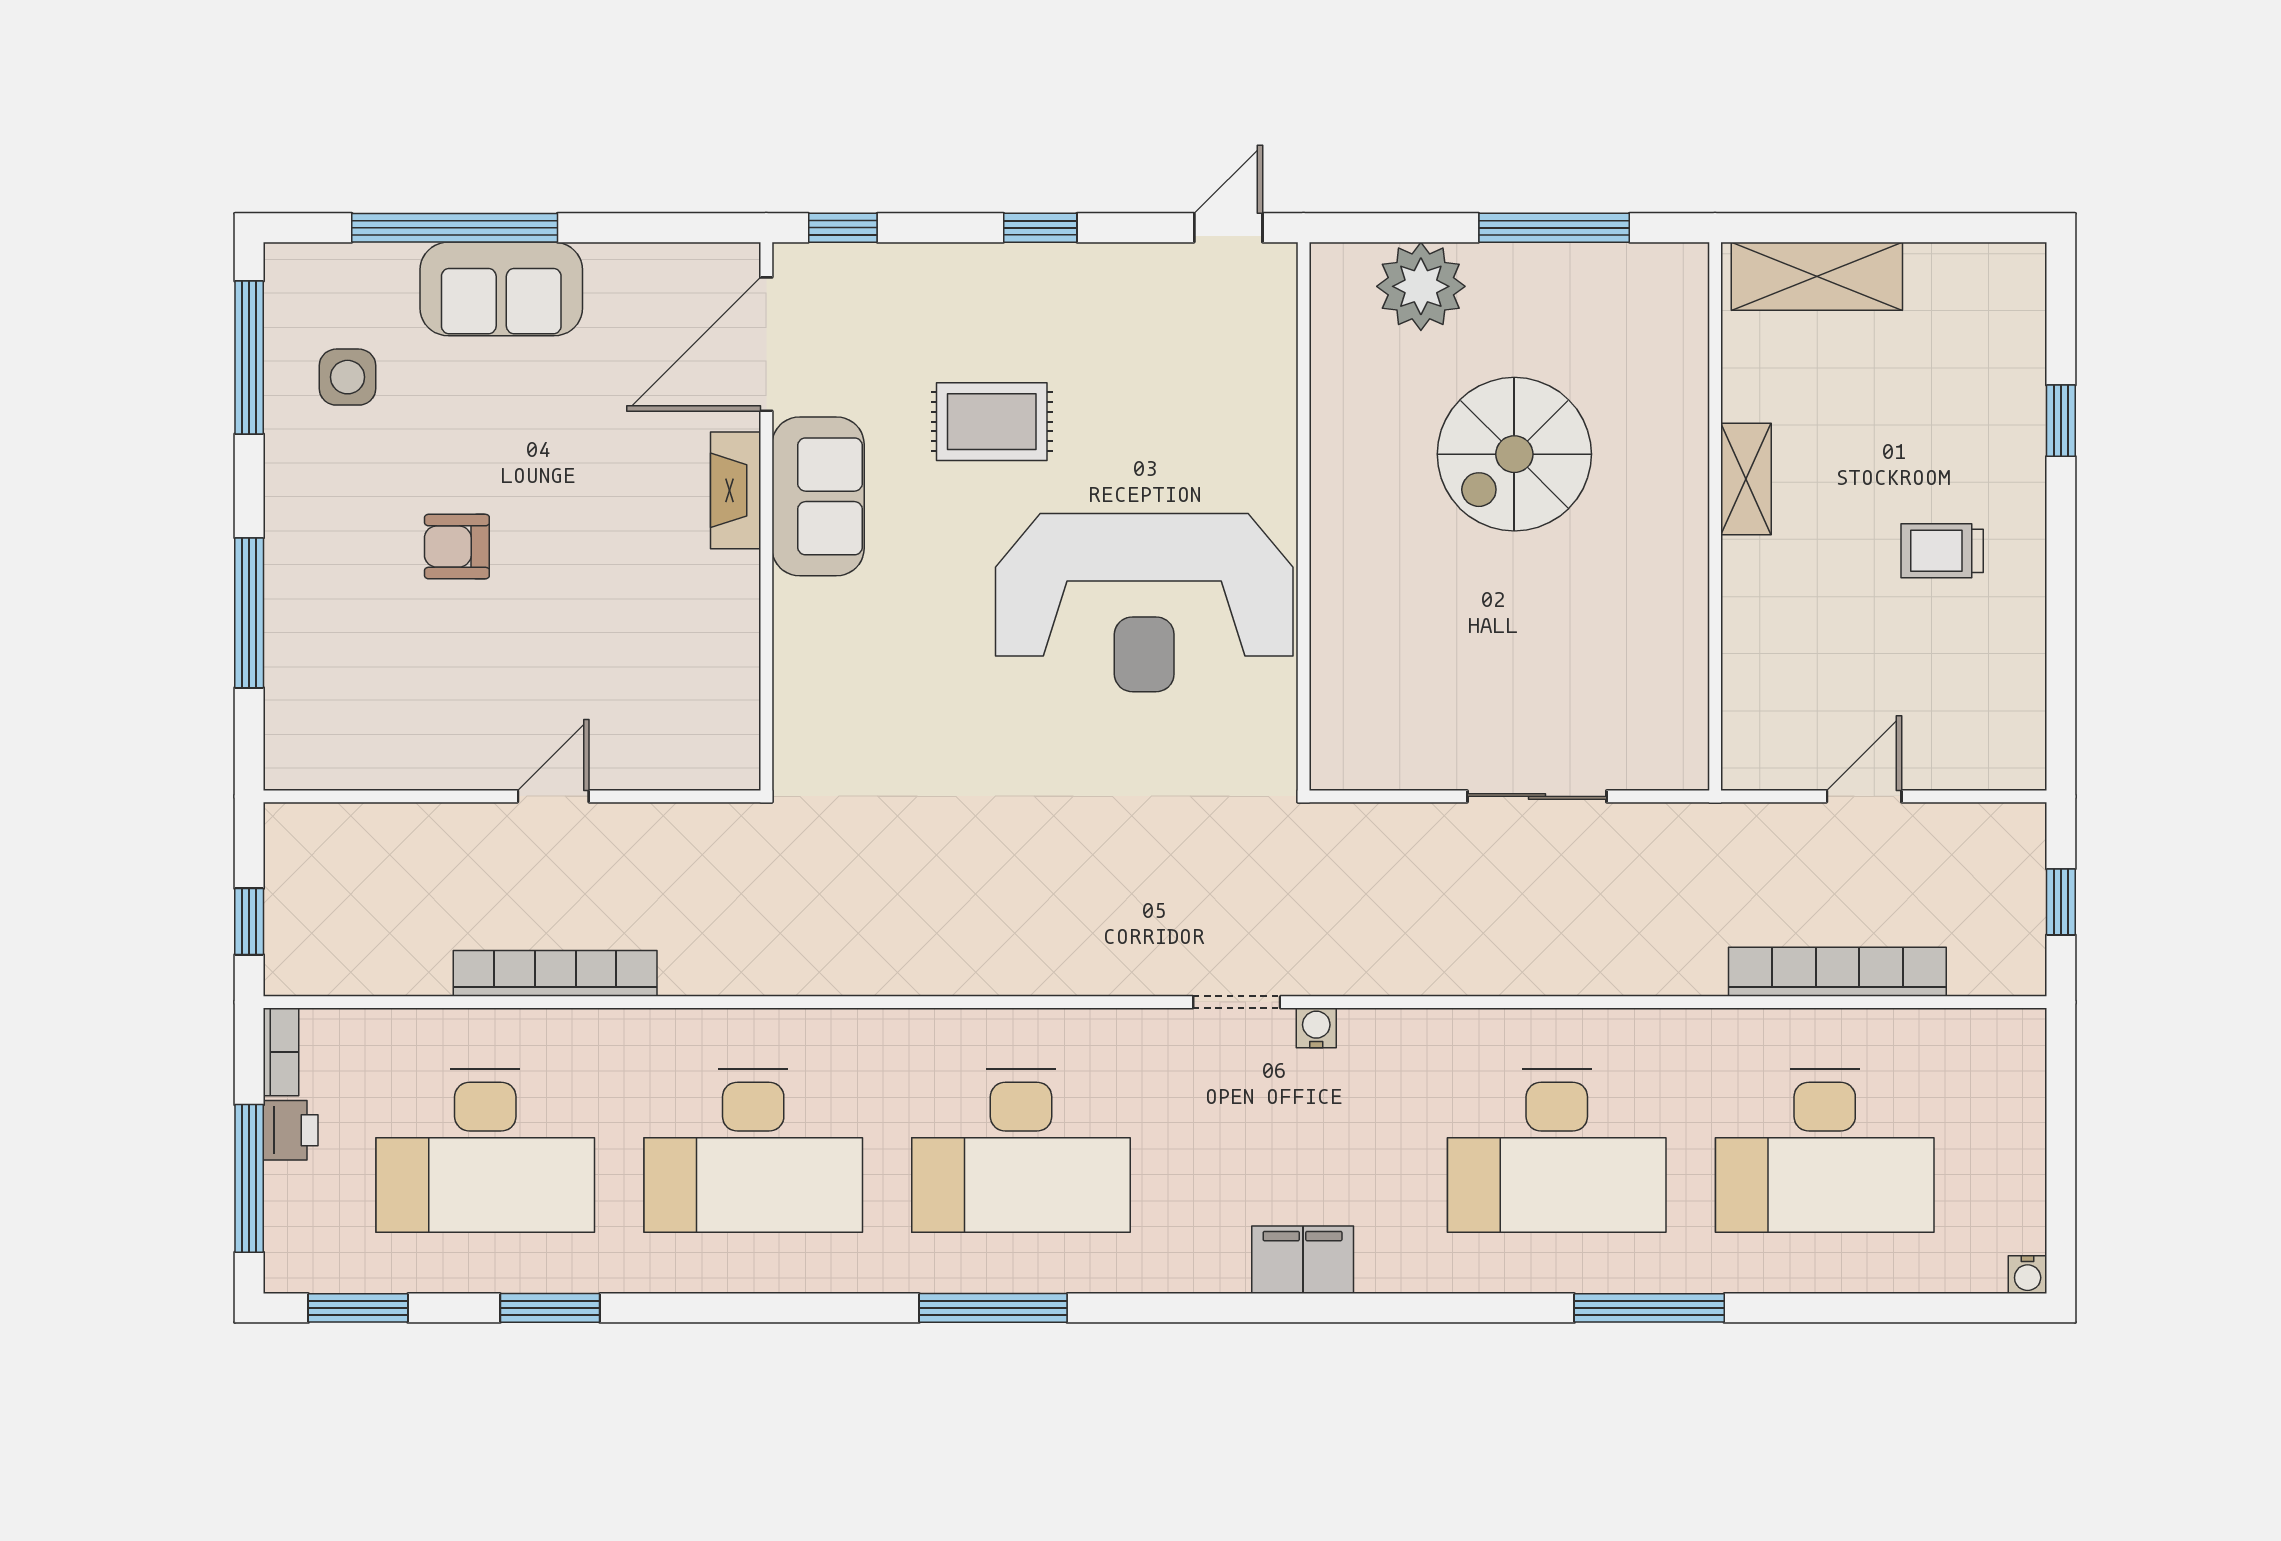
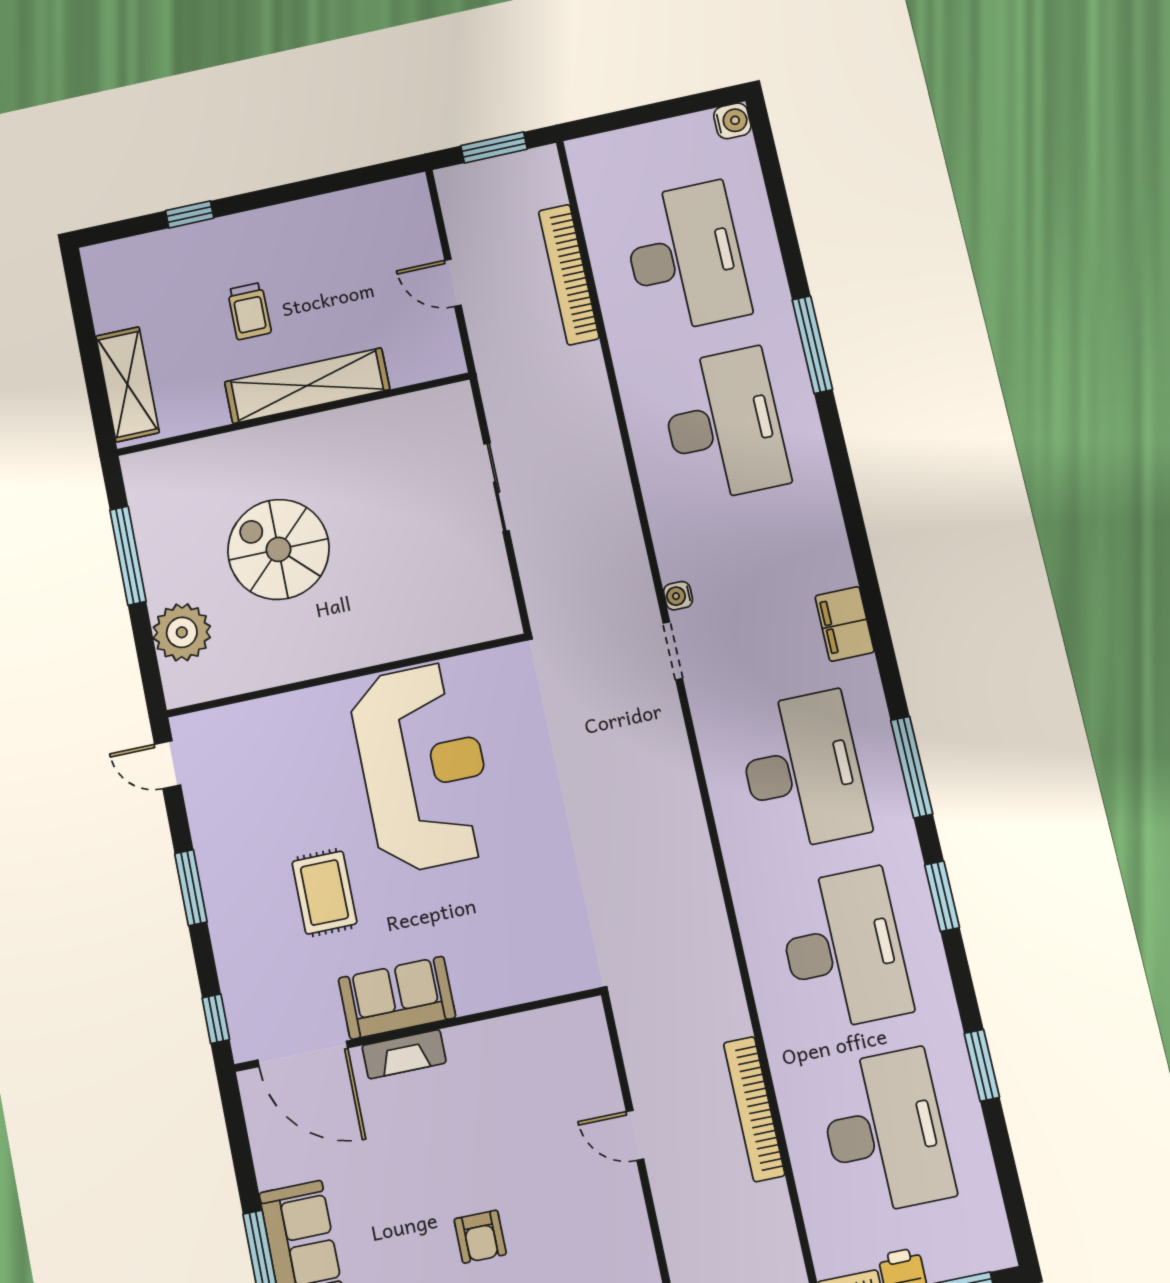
window: (1040, 228) -> (191, 888), width x1.50
spiral stairs: (1514, 454) -> (278, 549), turned 180
shelving: (1746, 479) -> (307, 386), width x2.20, depth x1.33
trolley: (1942, 551) -> (249, 311), moved
window: (2061, 902) -> (494, 147), width x1.50
filing cabinet: (1303, 1260) -> (845, 624), moved
water cooler: (2028, 1275) -> (732, 121), width x1.38, depth x1.38
window: (358, 1308) -> (942, 896), moved

